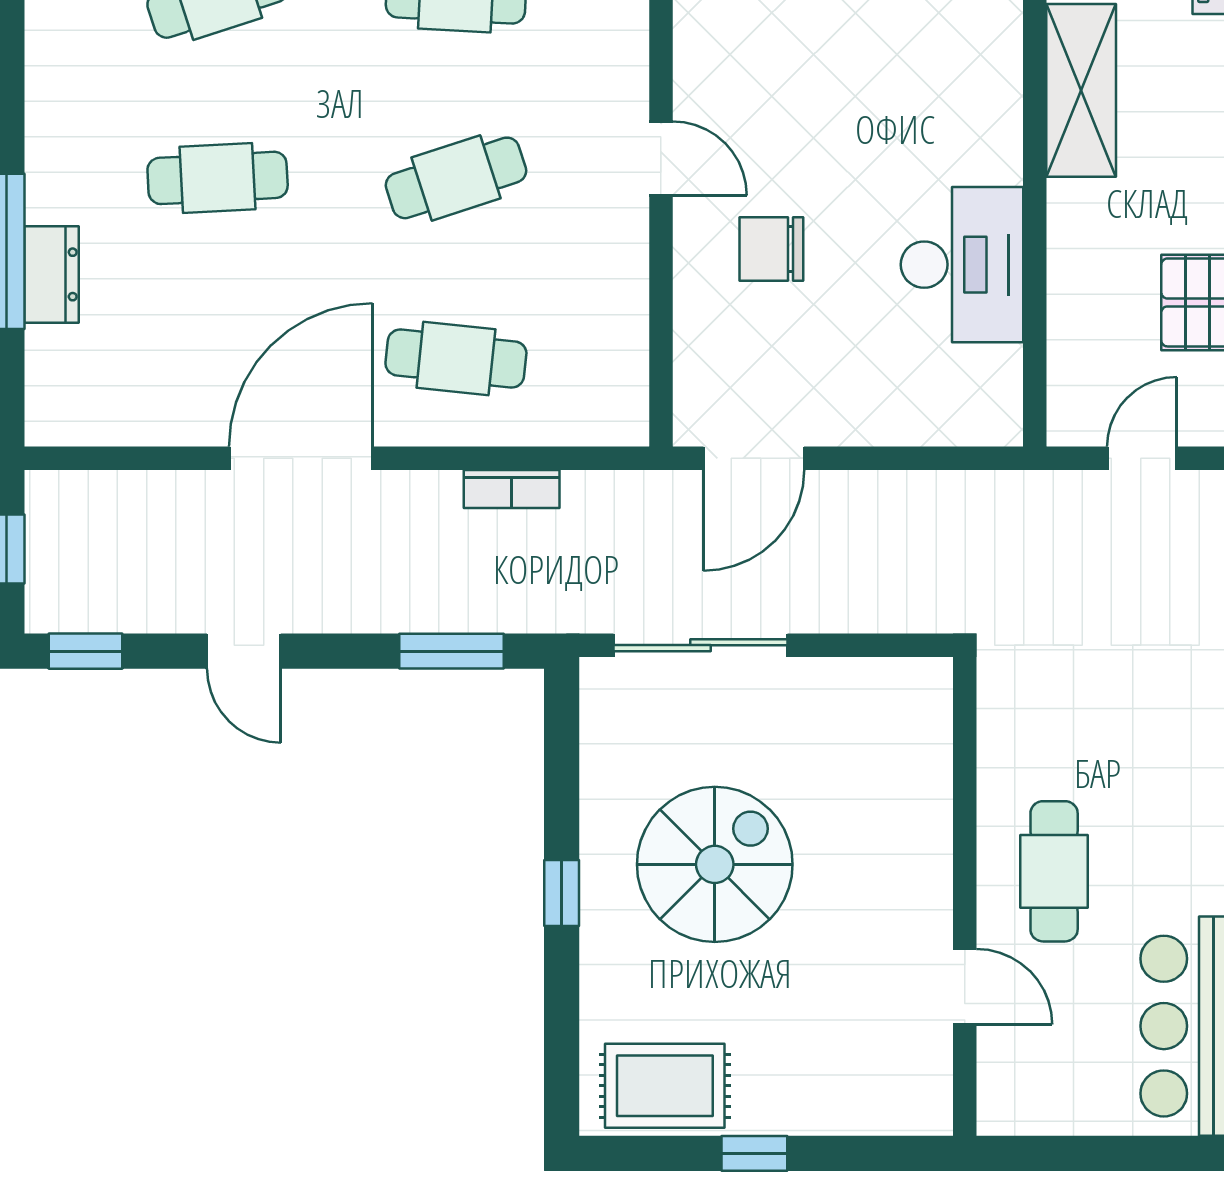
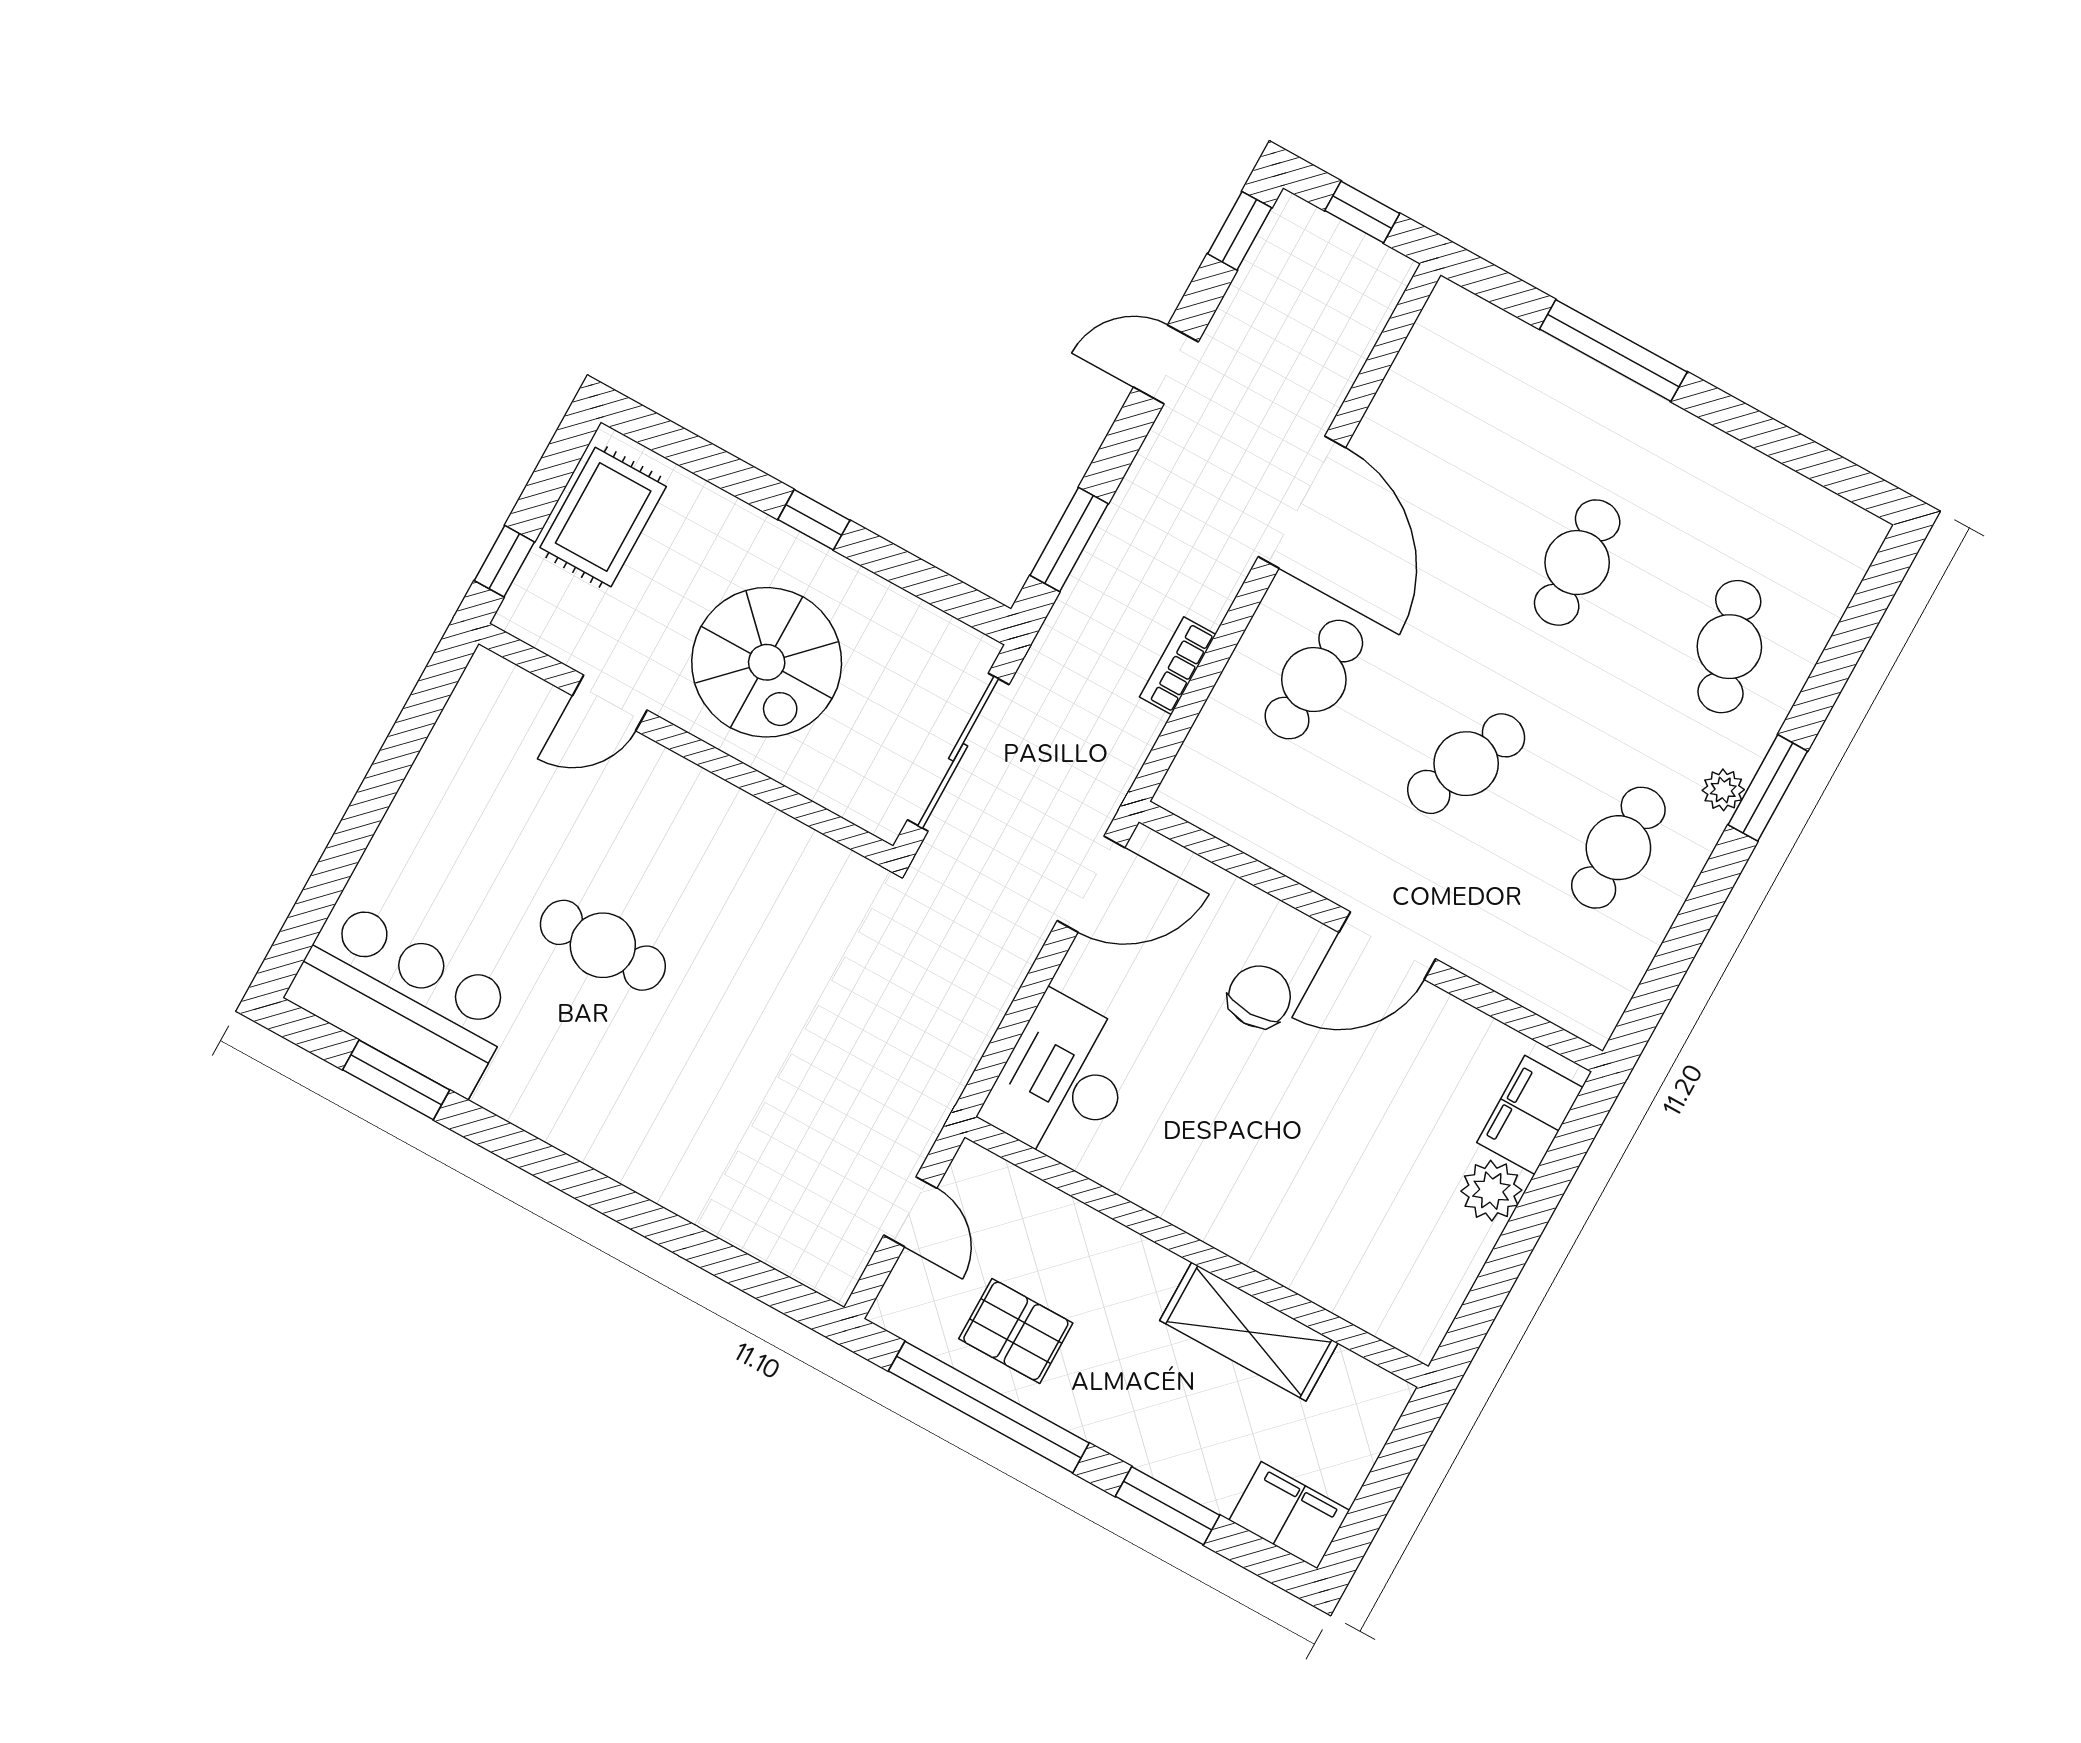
door: (661, 158) -> (1387, 946), width x1.38
cafe table: (456, 178) -> (1466, 764), turned 42
desk: (962, 265) -> (1063, 1080), moved, turned 90
dresser: (51, 274) -> (1573, 378), removed
door: (754, 458) -> (1091, 884), swing flipped
wall: (965, 896) -> (686, 745), moved
door: (965, 987) -> (610, 703), moved

